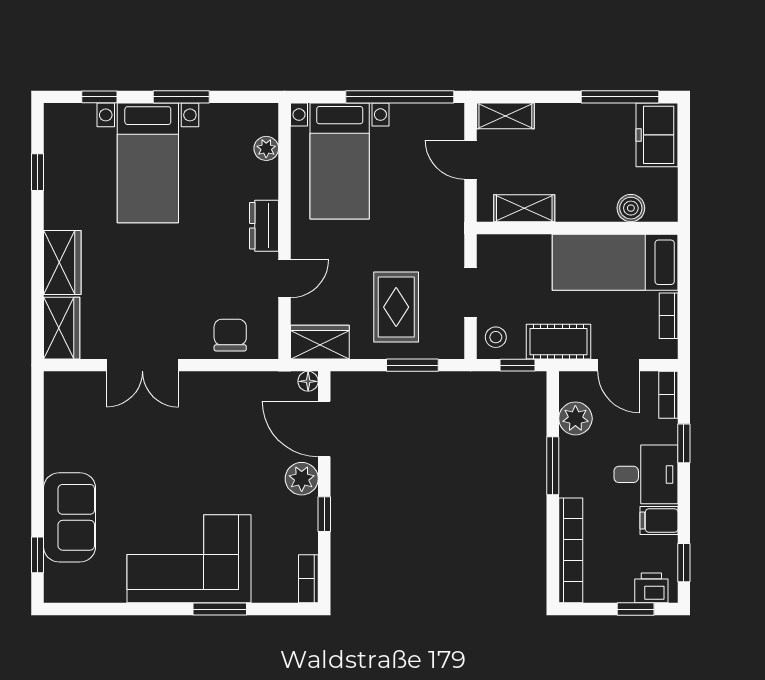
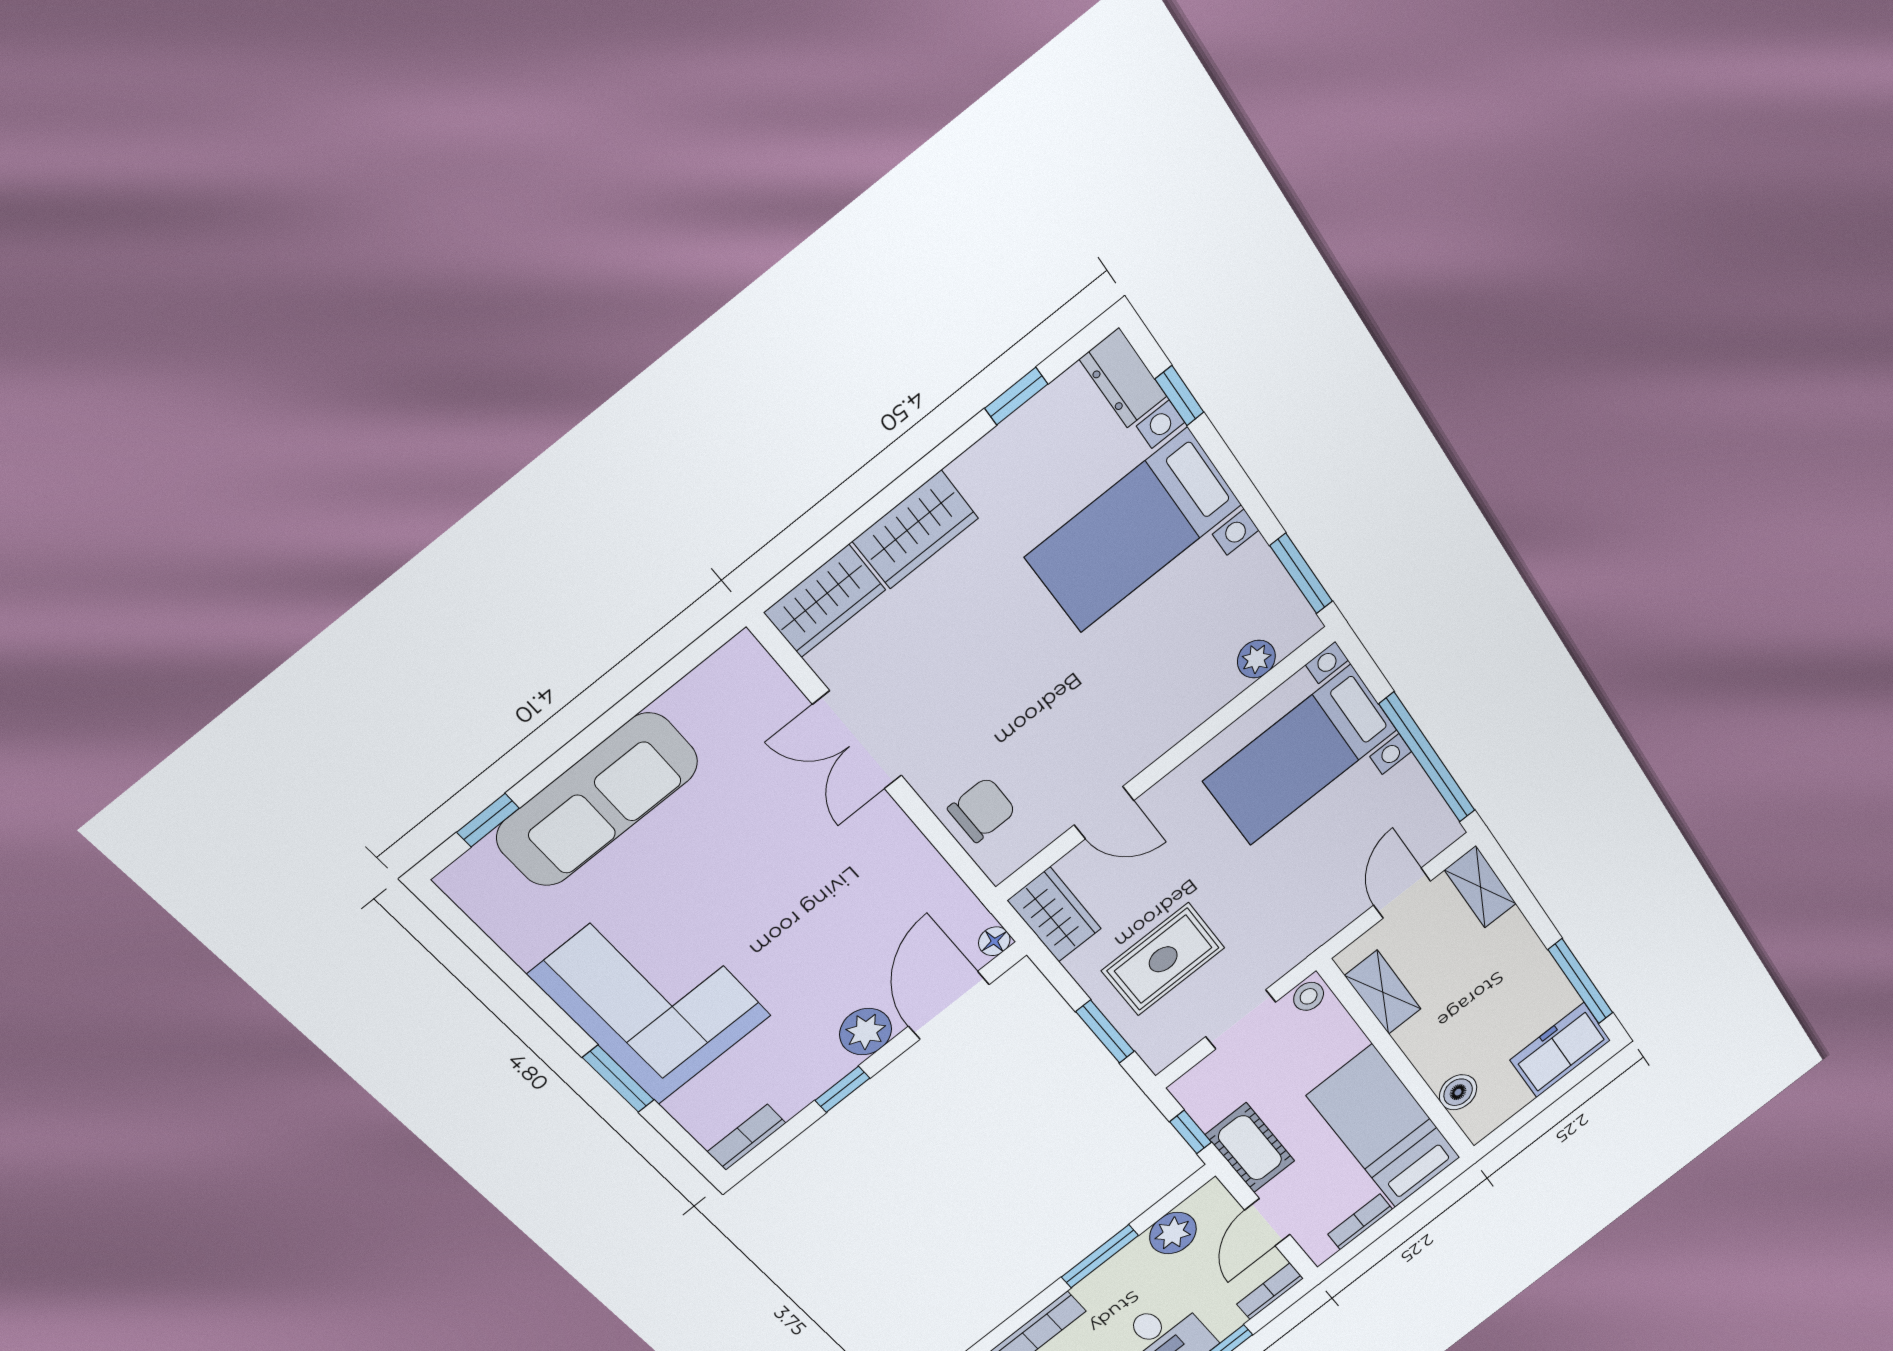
window: (181, 97) -> (1301, 574), moved
dresser: (264, 226) -> (1123, 378), moved, turned -90
stool: (496, 337) -> (1309, 996), moved
sofa: (70, 517) -> (597, 800), width x1.36

